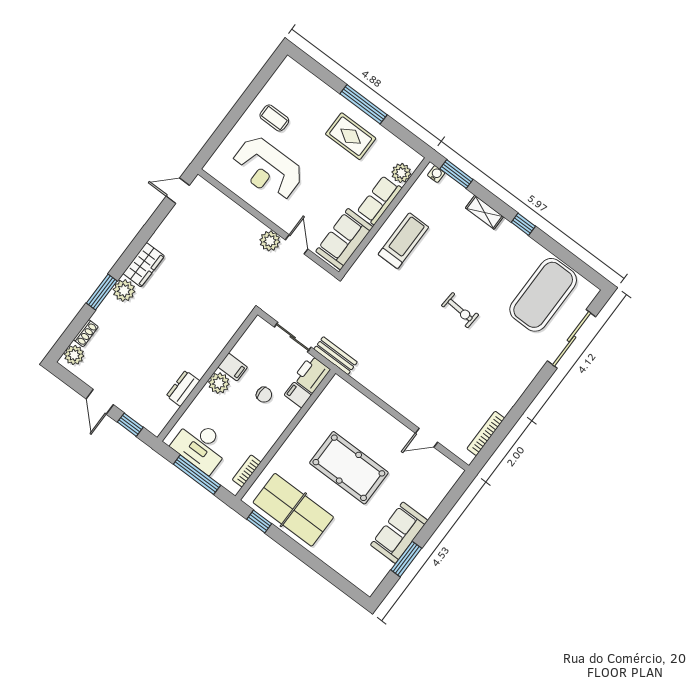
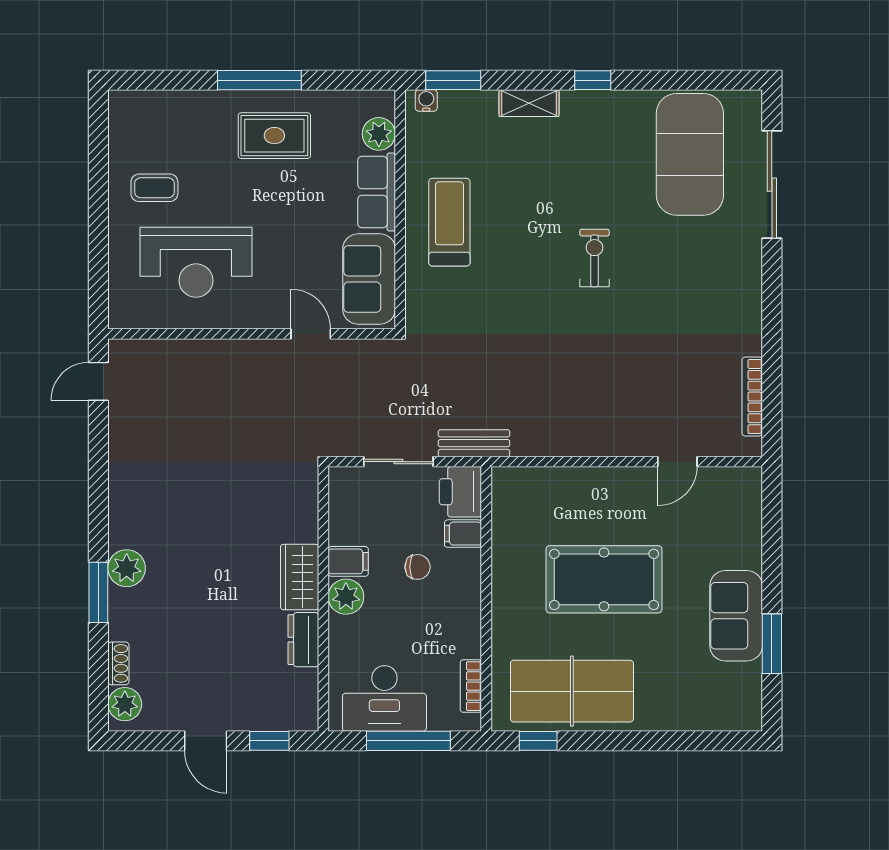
plant: (270, 241) -> (272, 356), removed
wardrobe: (144, 265) -> (300, 577), moved, turned 180
exercise bike: (460, 310) -> (595, 258), turned -94

